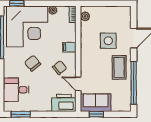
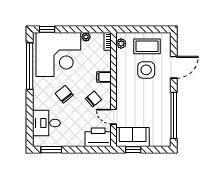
coffee table: (119, 67) -> (147, 46), moved, turned 90

